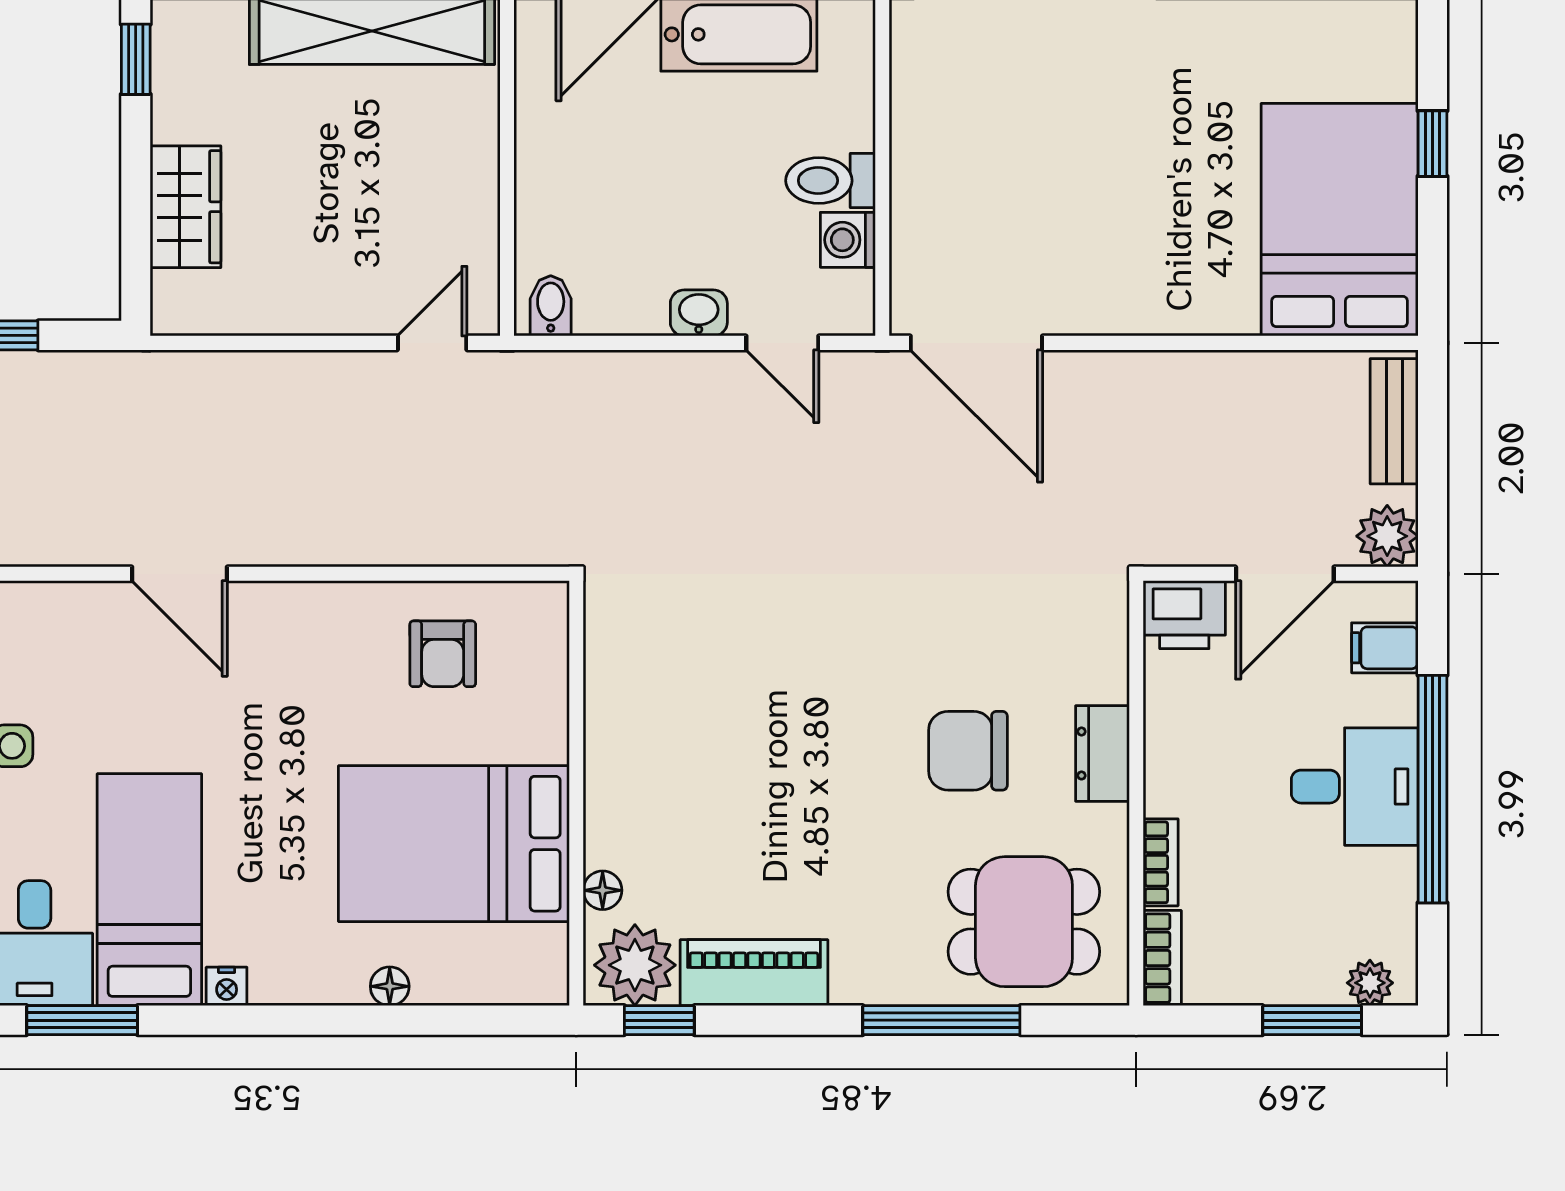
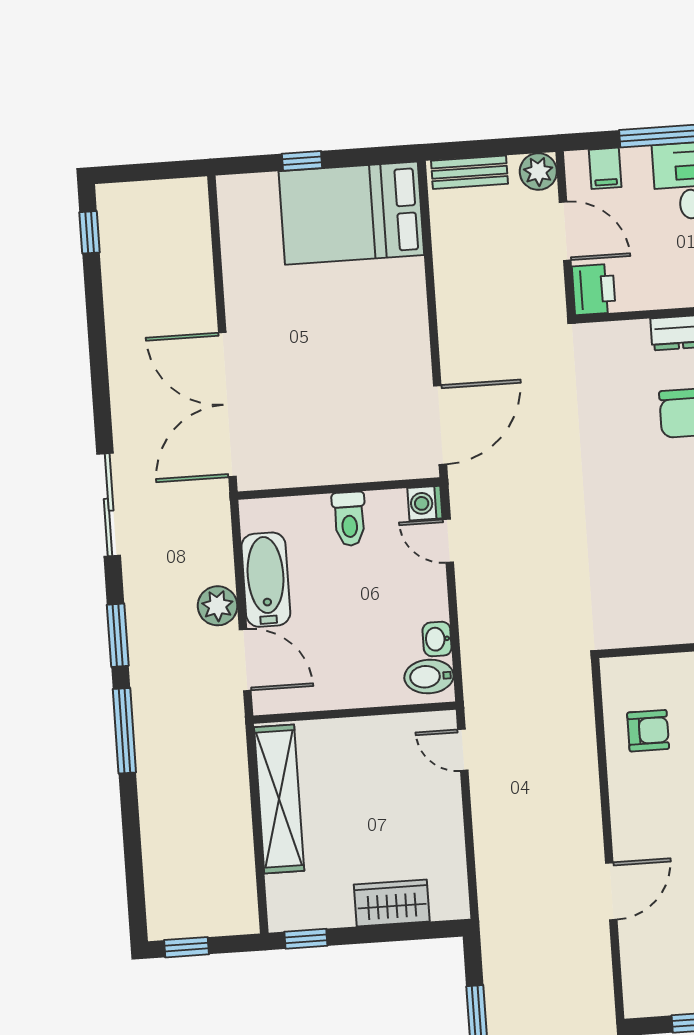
washing machine: (848, 240) -> (425, 503), moved, turned 90
bidet: (551, 306) -> (429, 676), width x1.38, depth x1.36
washbasin: (699, 313) -> (437, 639), moved
door: (782, 343) -> (448, 541), swing flipped

